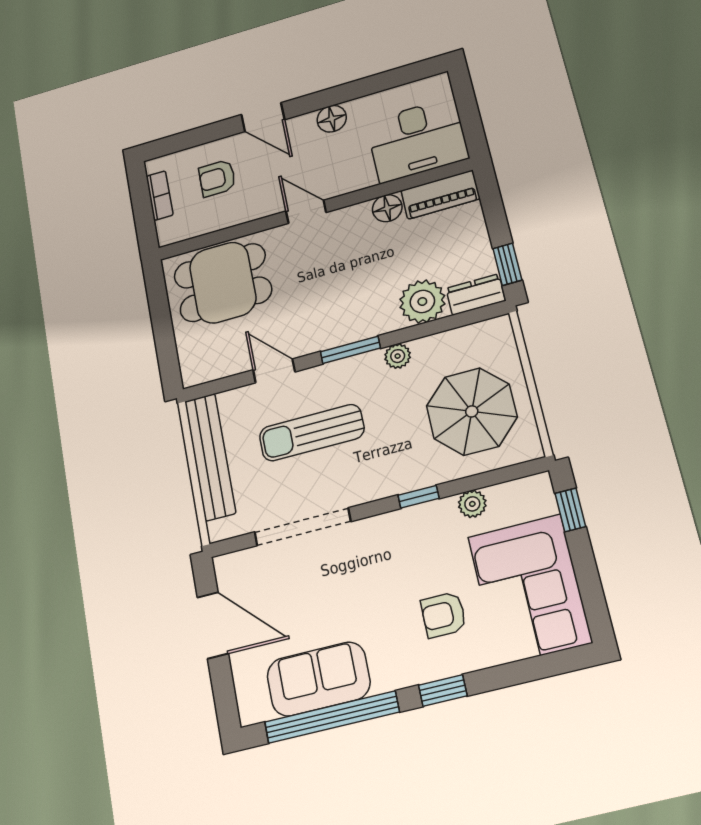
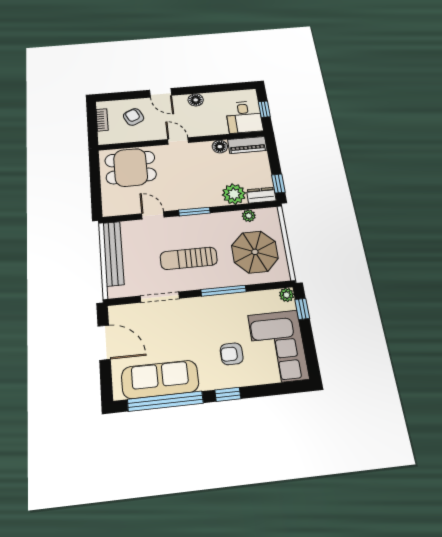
window: (468, 112) -> (264, 109), added
desk: (417, 140) -> (244, 117), width x0.73
armchair: (217, 178) -> (134, 117), turned 65
plant: (398, 356) -> (249, 216), moved
sun lounger: (312, 433) -> (189, 258), moved
window: (419, 497) -> (223, 291), width x2.17
plant: (472, 504) -> (287, 295), moved
doorway: (303, 527) -> (160, 297), width x0.73
sofa: (318, 679) -> (160, 379), width x1.36

